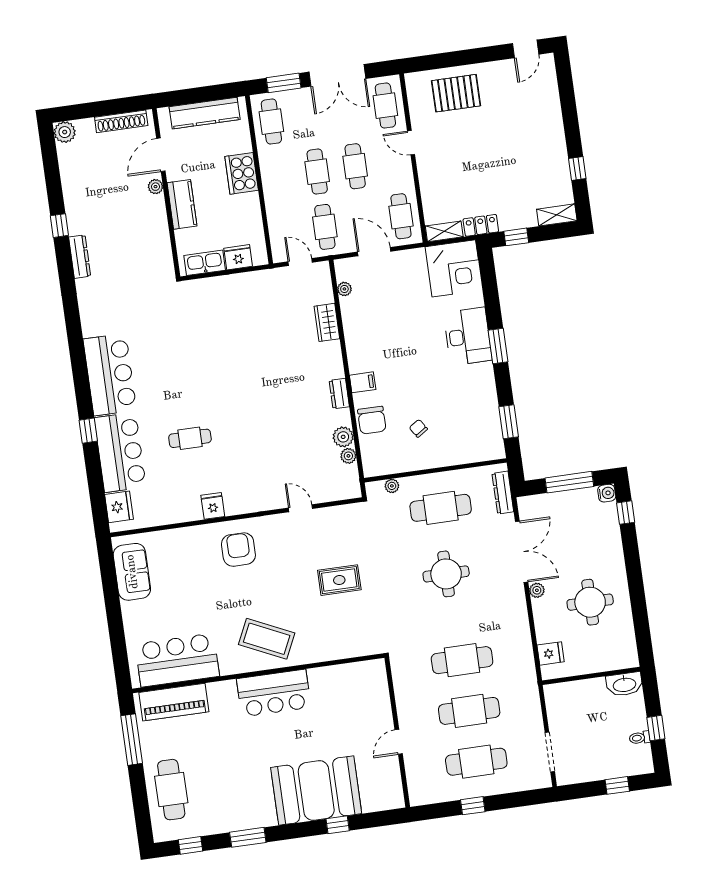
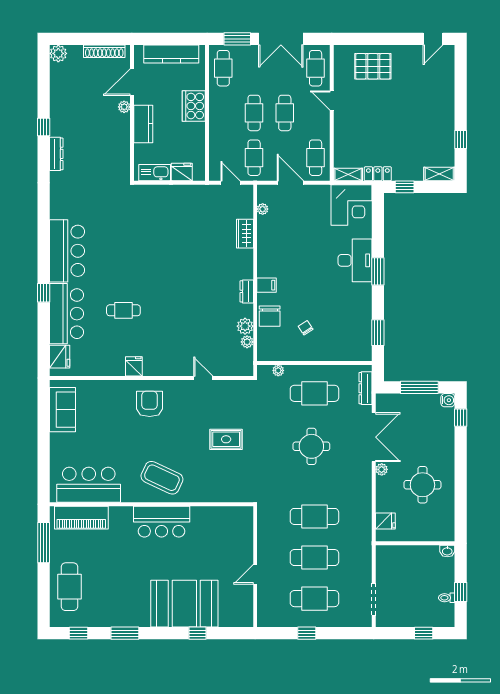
washbasin: (624, 684) -> (447, 551), width x0.52, depth x0.69

